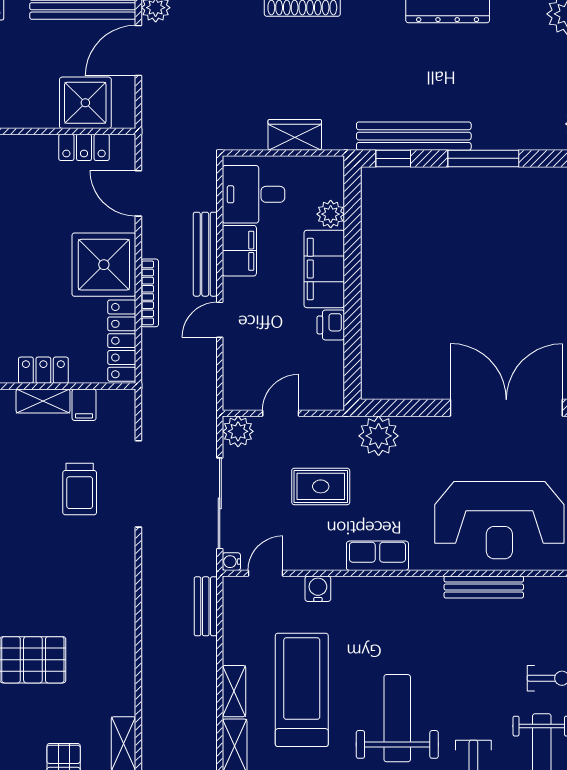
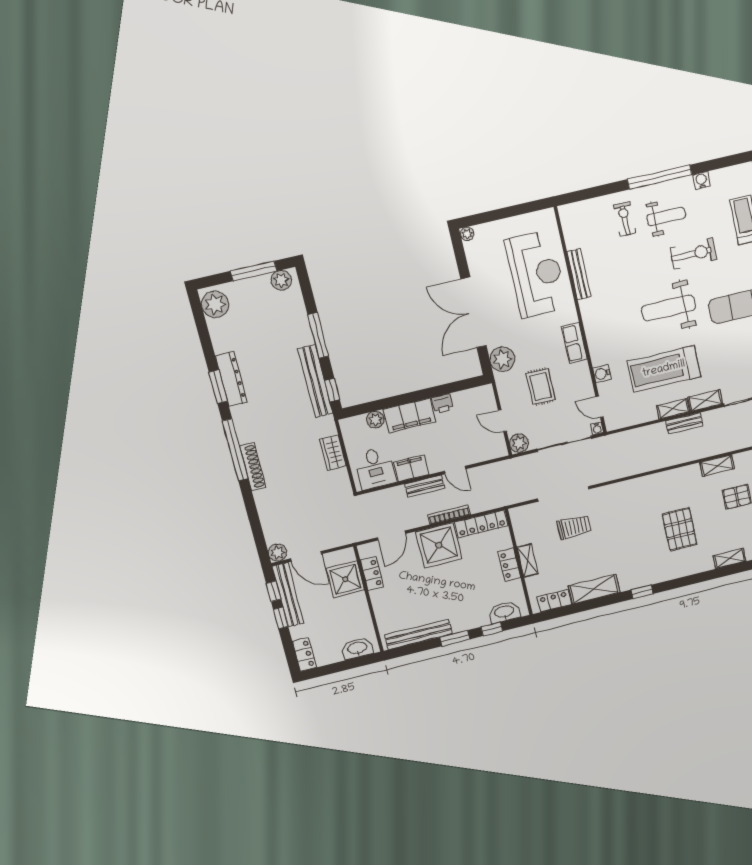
bench: (205, 254) -> (425, 486), width x0.73
filing cabinet: (84, 405) -> (524, 536), removed
double door: (506, 408) -> (474, 312), moved
bench: (206, 606) -> (684, 423), moved

